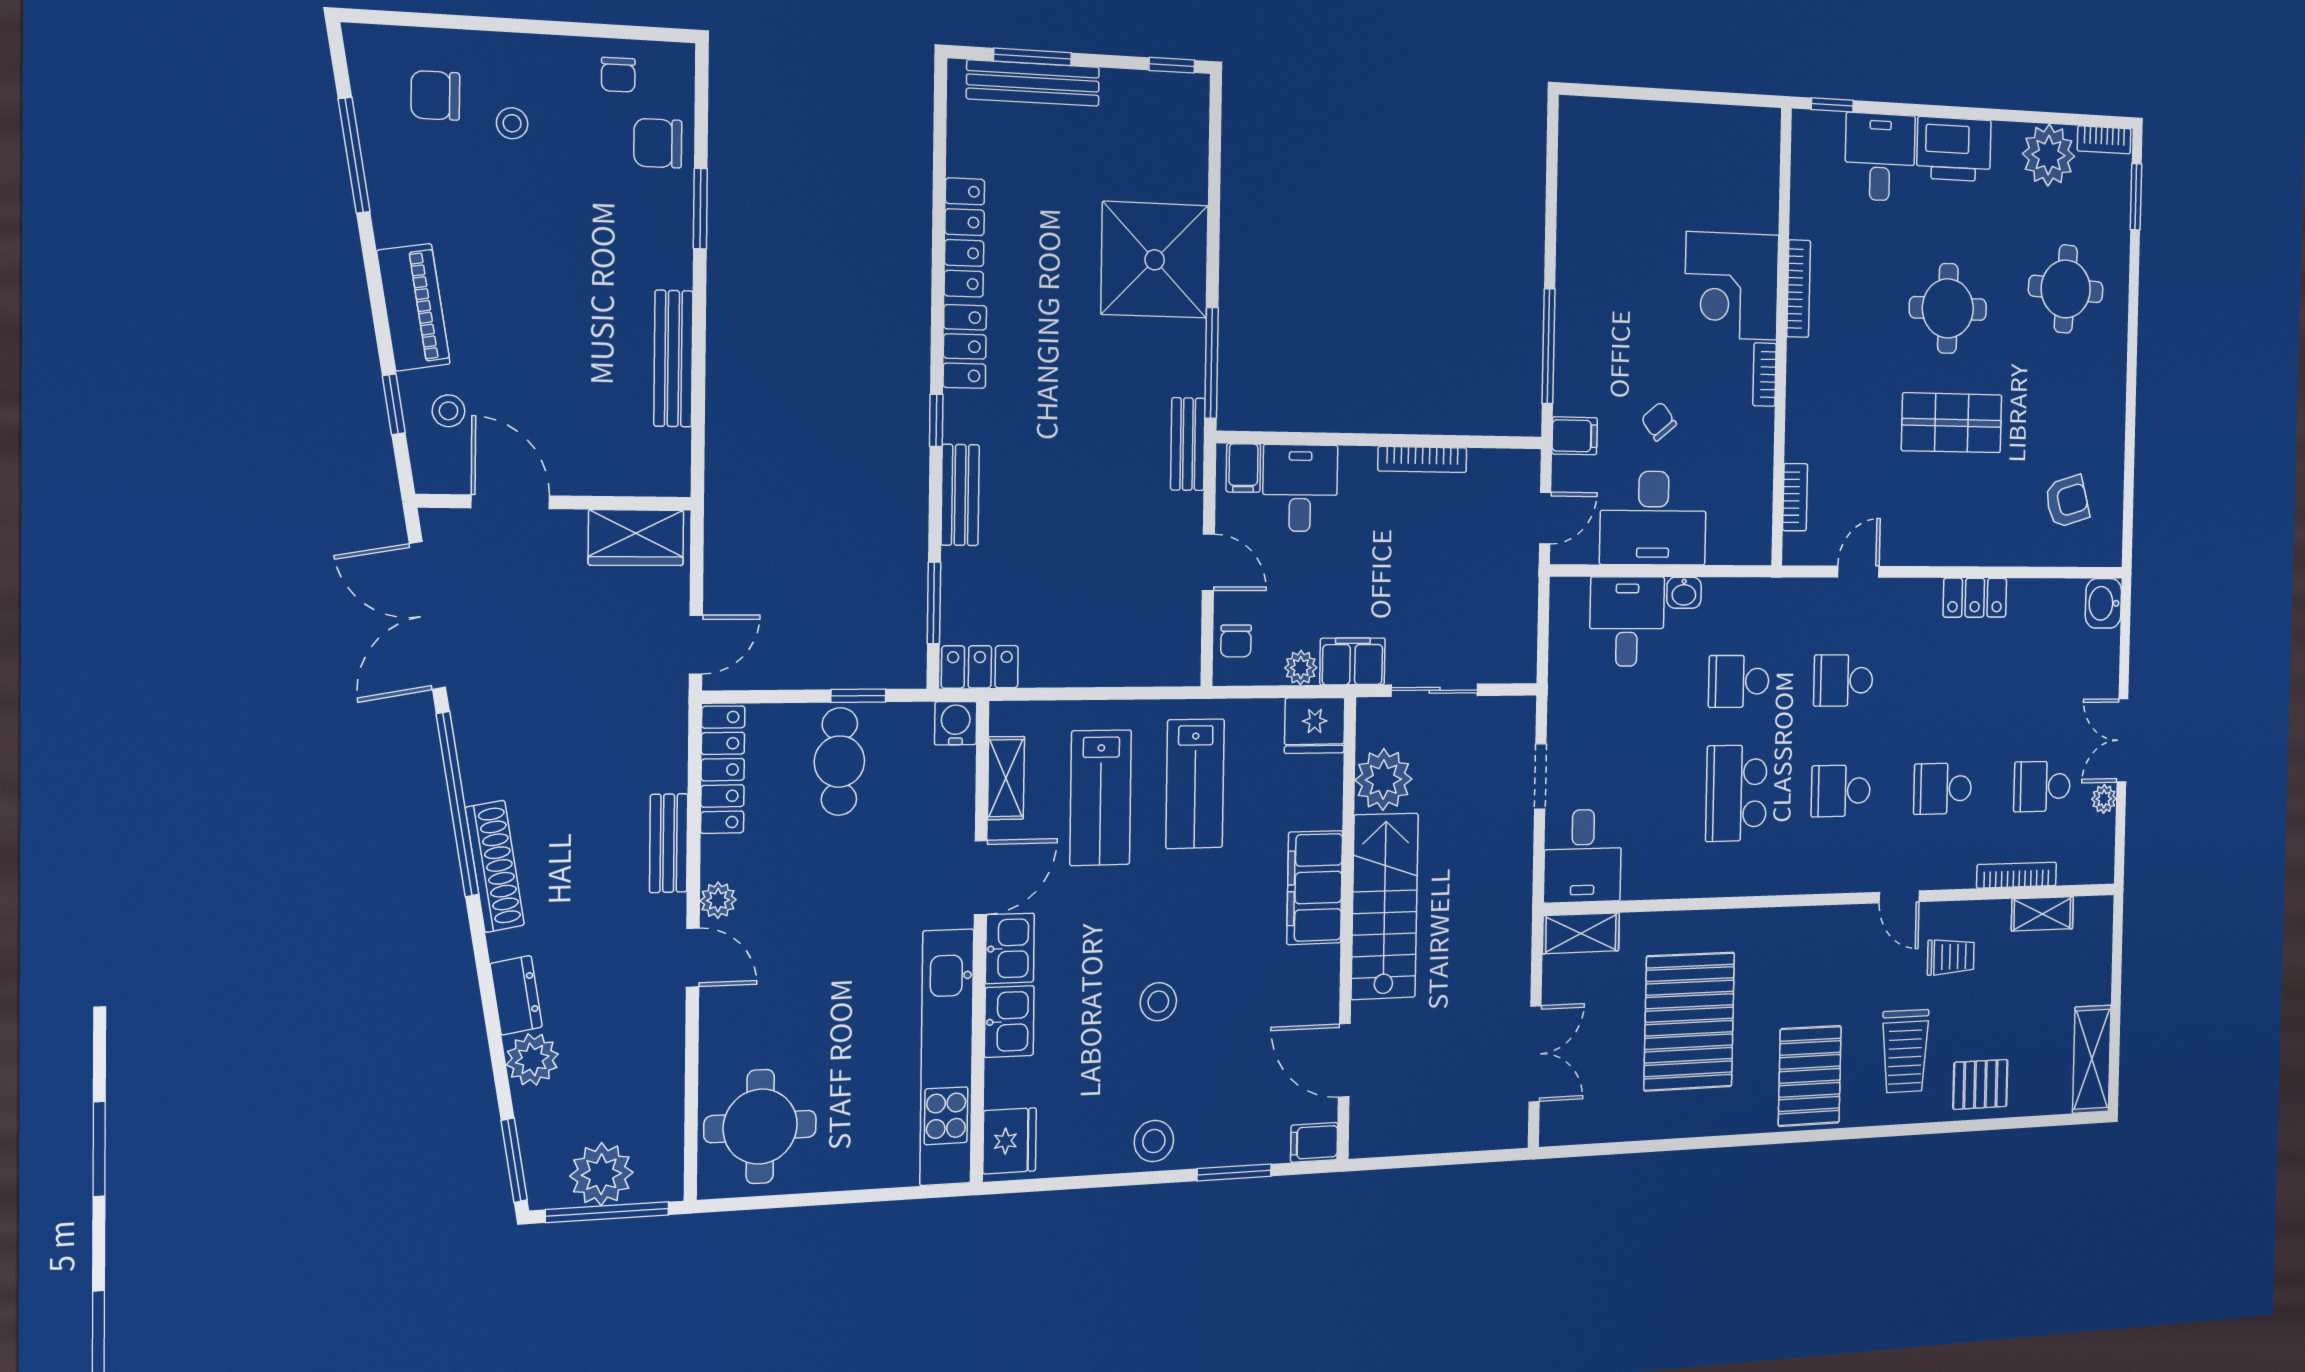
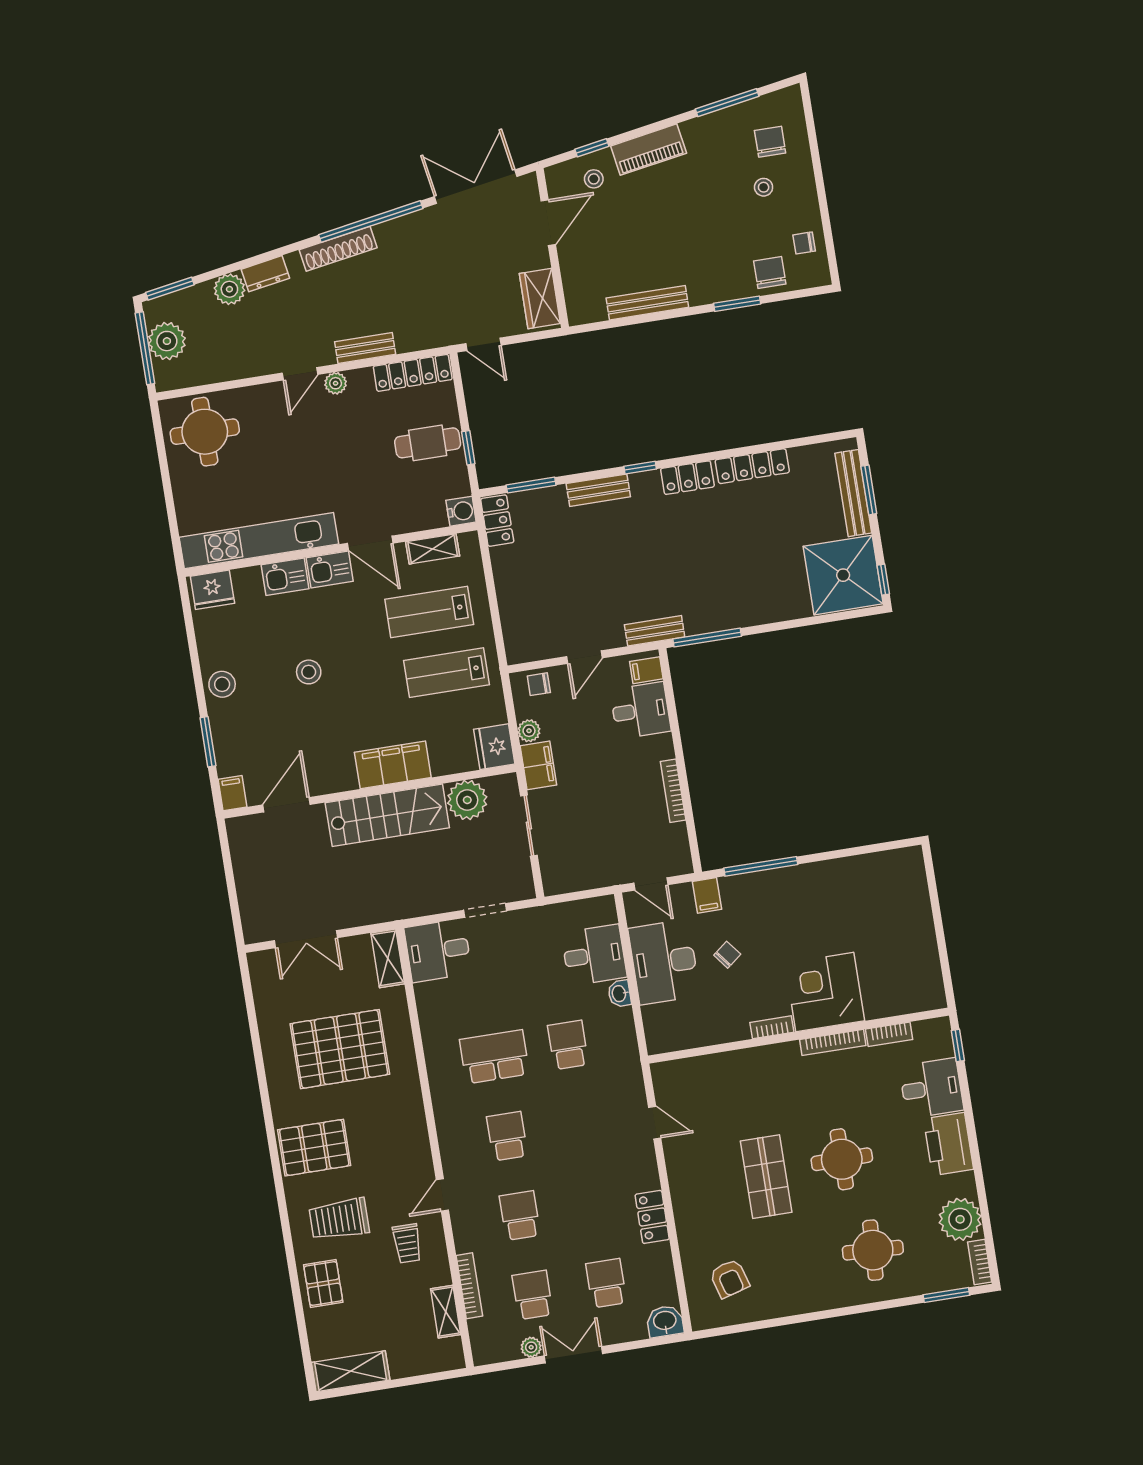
shower: (1155, 260) -> (843, 575), moved
bookcase: (1795, 497) -> (889, 1034), moved
school desk: (1843, 680) -> (606, 1283), moved

